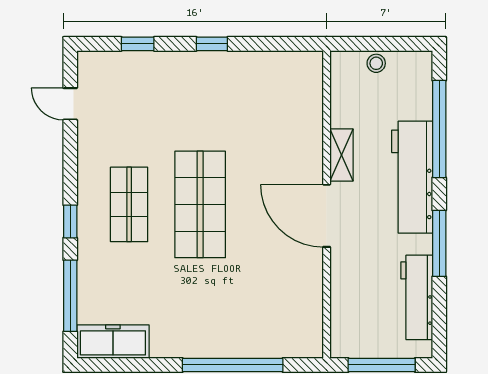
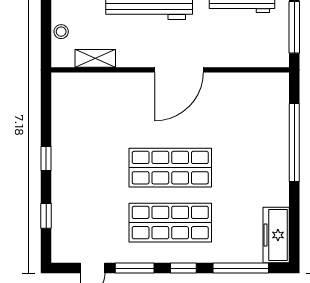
shelving: (342, 155) -> (95, 58), moved
window: (70, 158) -> (135, 268), added
shop shelf: (129, 204) -> (170, 223), width x1.43, depth x1.36

